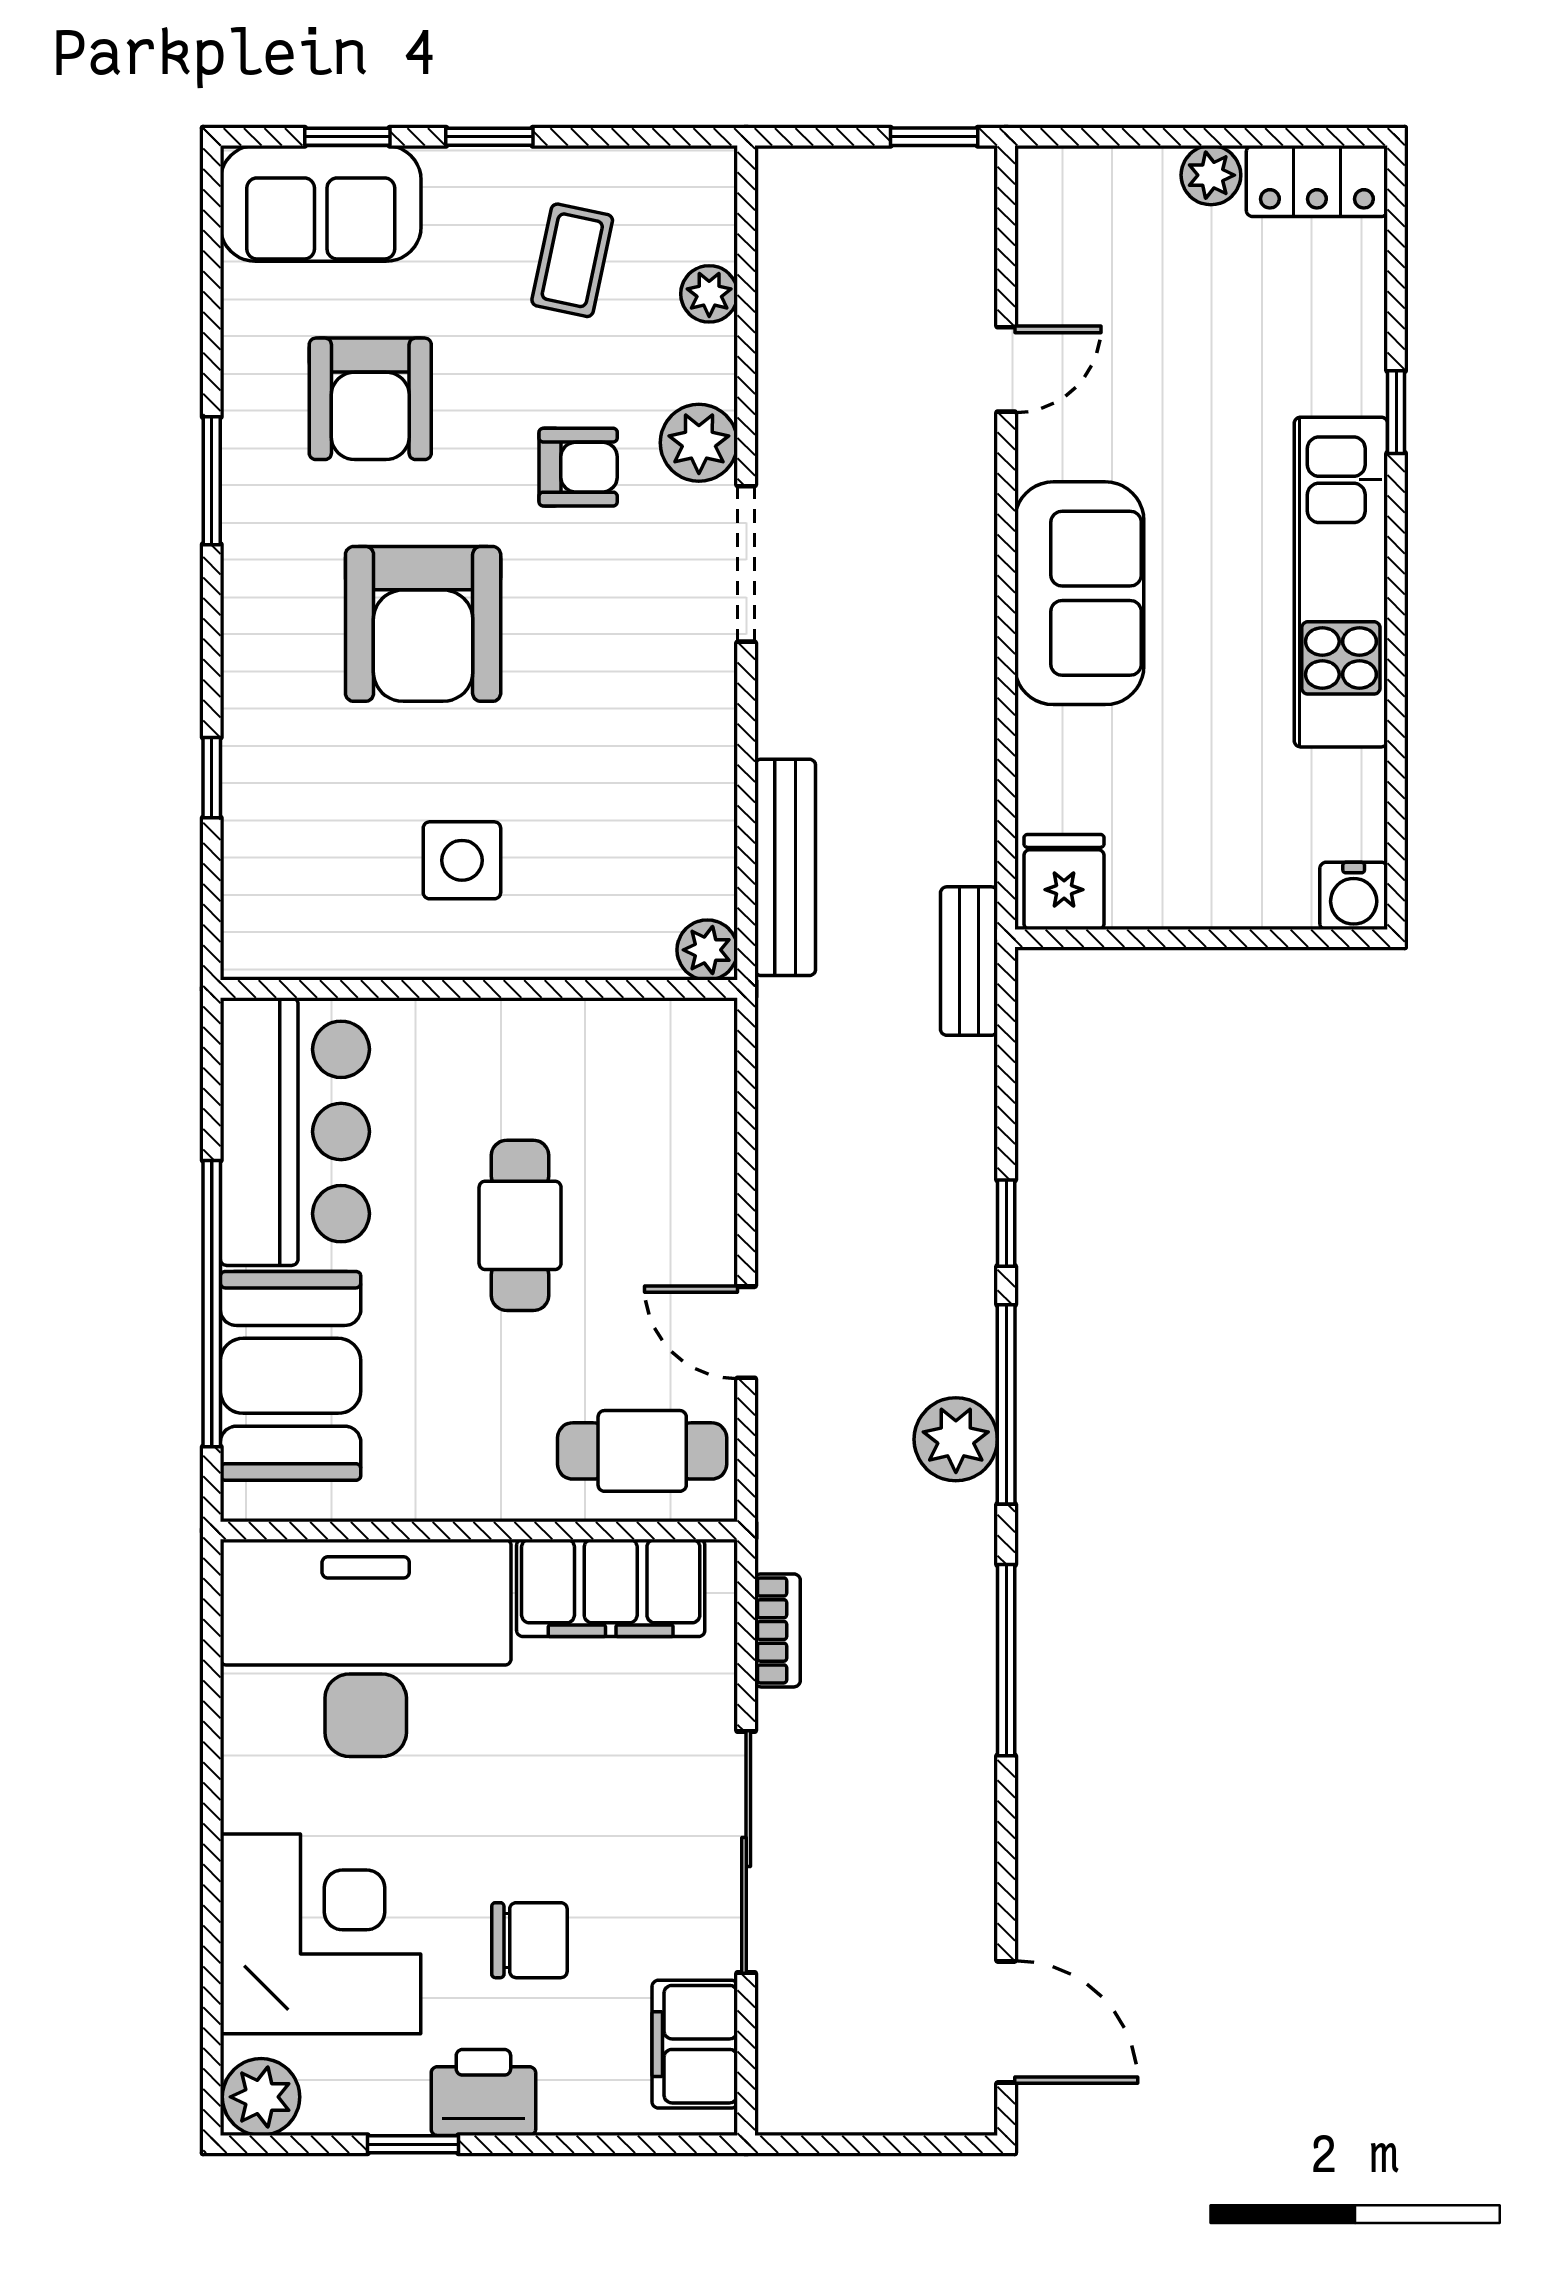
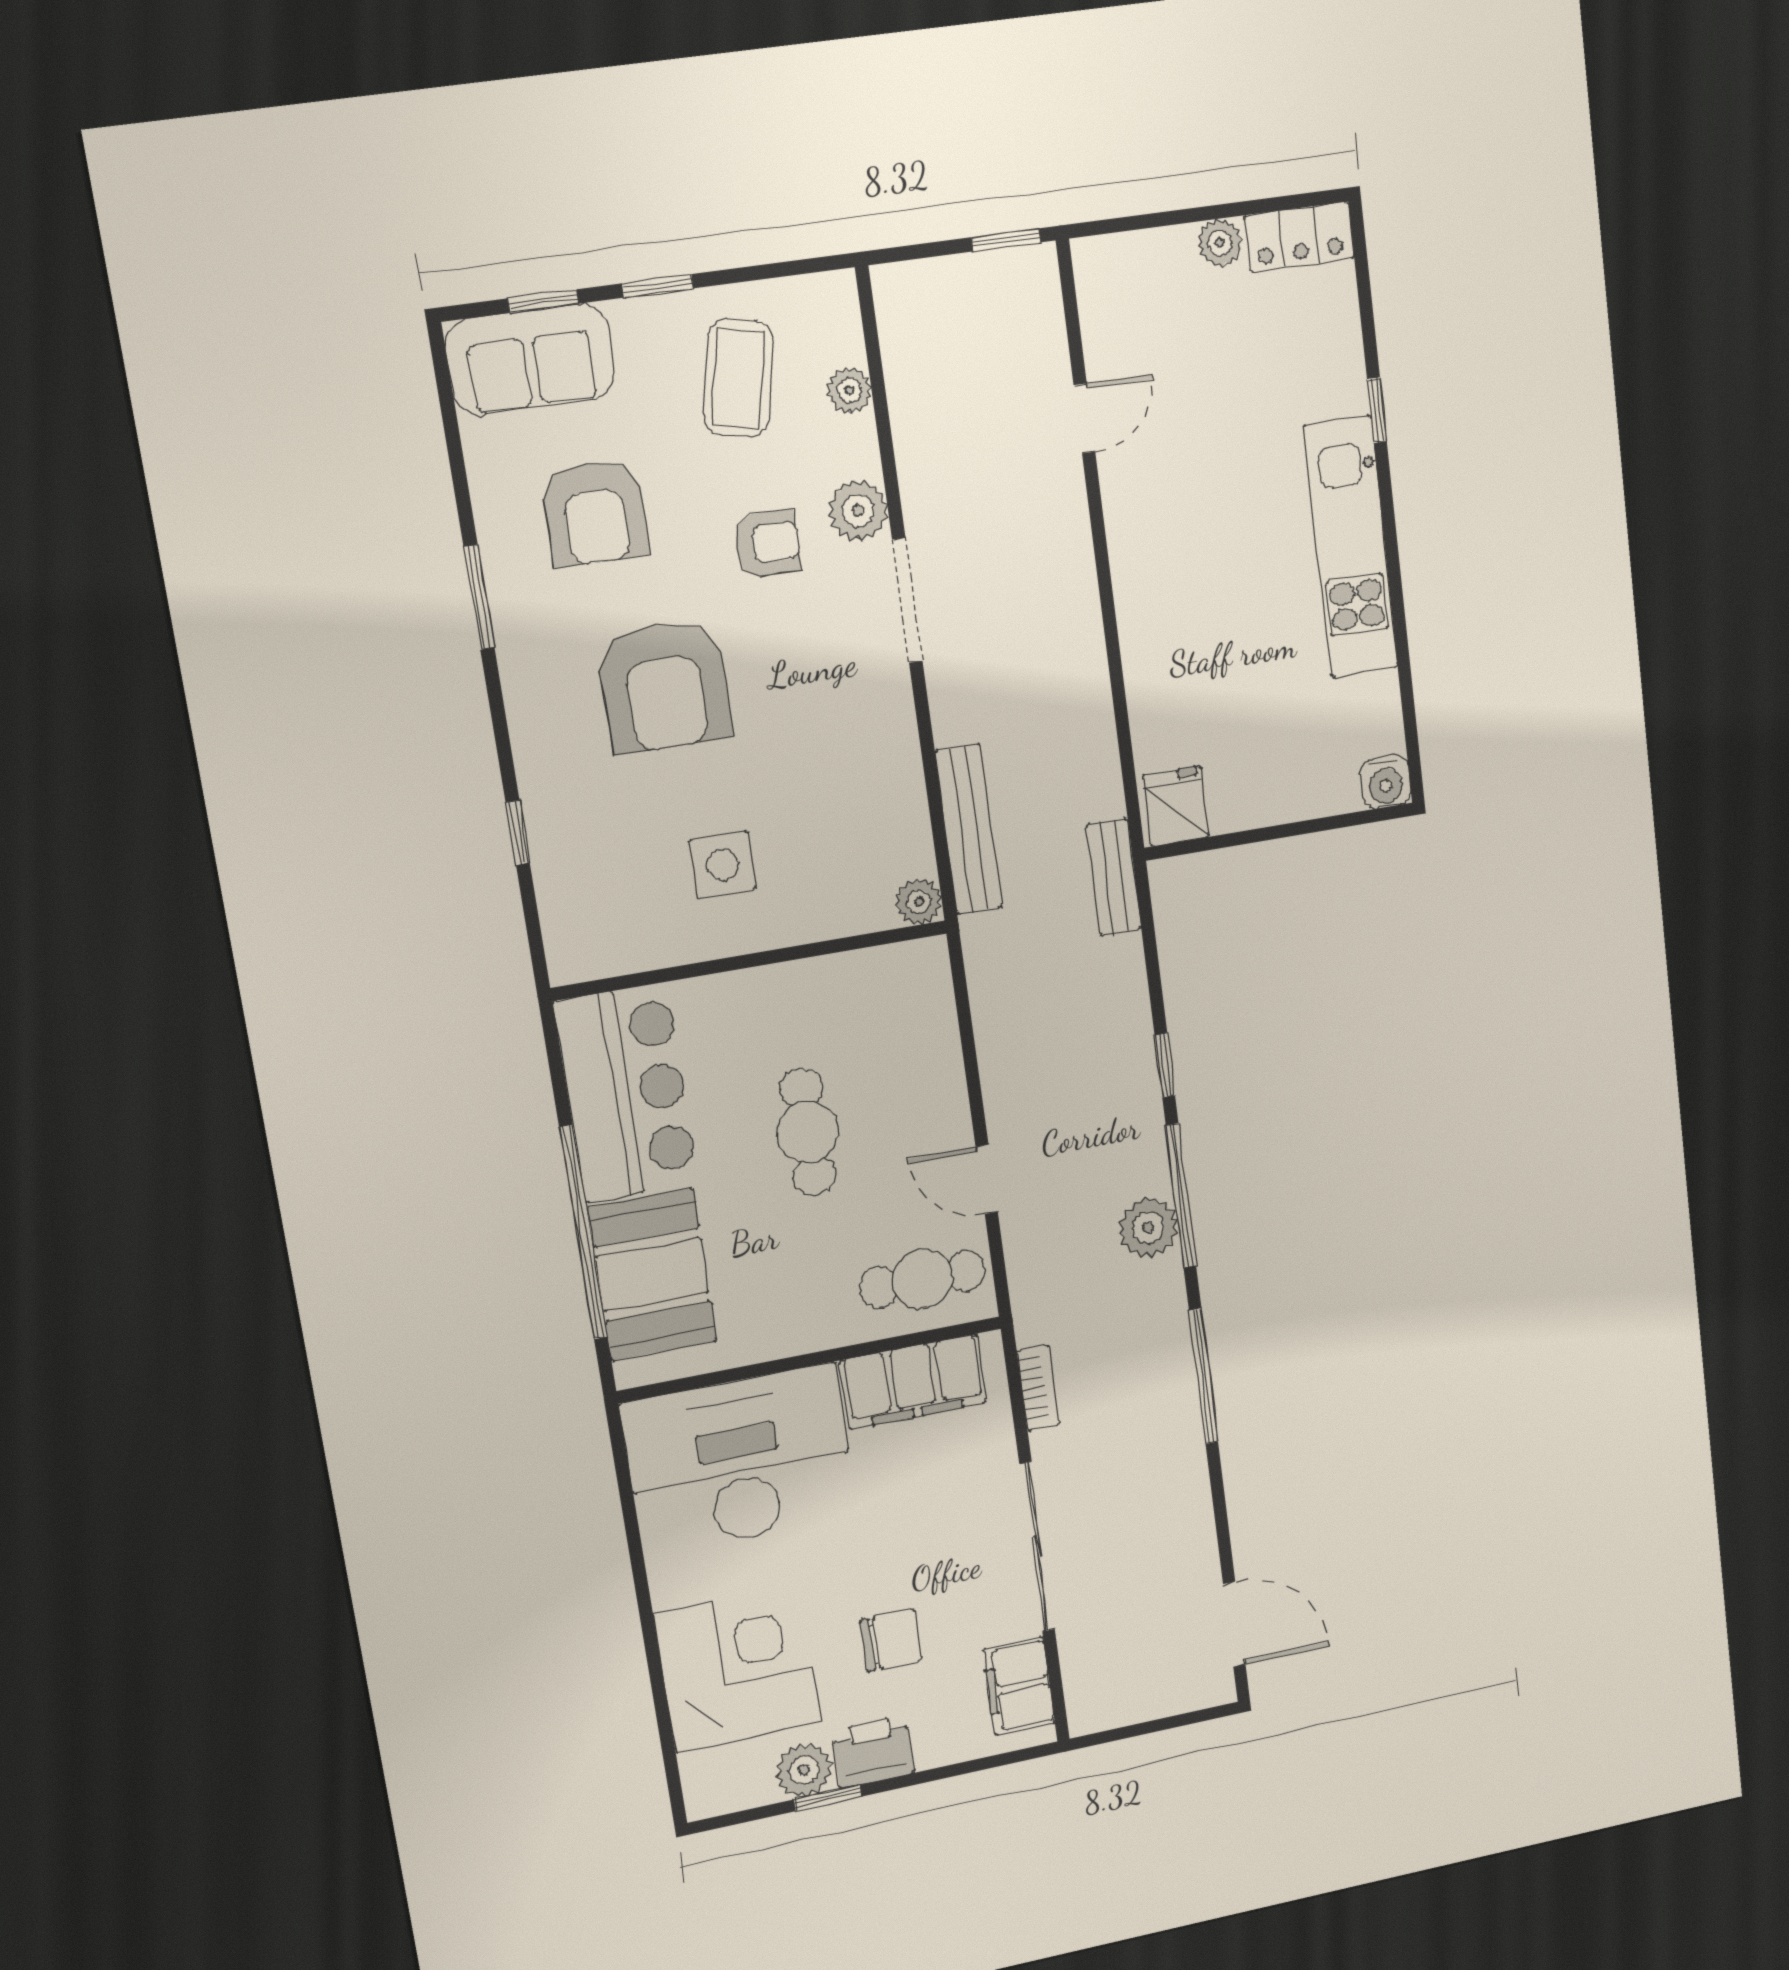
coffee table: (572, 260) -> (738, 378), width x1.36, depth x1.30
sofa: (1079, 593) -> (1160, 585), removed
plant: (261, 2097) -> (804, 1770), moved

